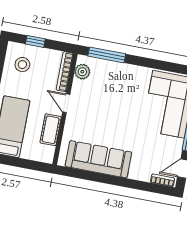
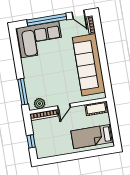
stool: (22, 65) -> (49, 144), removed
cot: (51, 130) -> (96, 108), moved
sofa: (98, 159) -> (89, 65), width x1.36, depth x1.27

